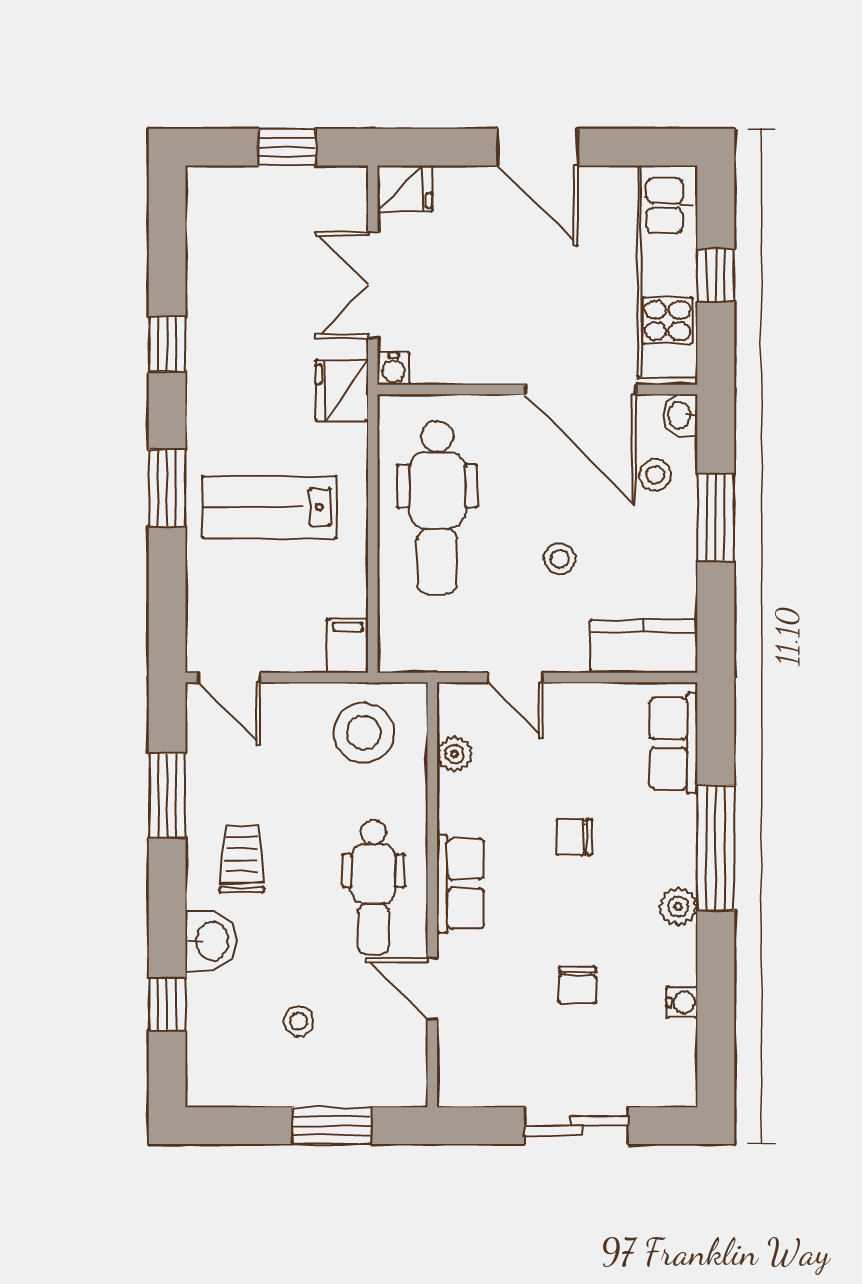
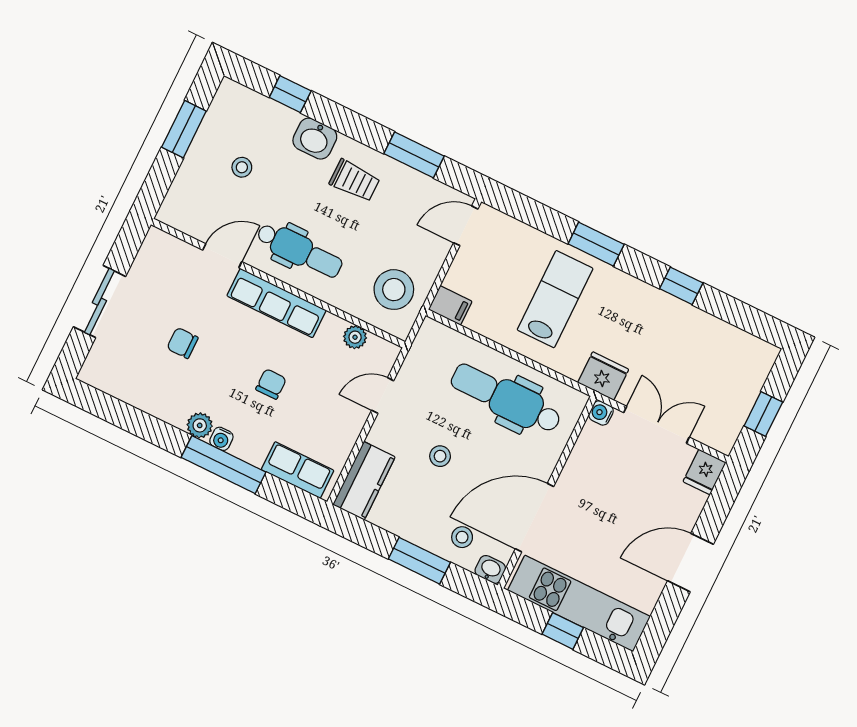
row of seats: (460, 884) -> (276, 303), width x1.48
dental chair: (373, 887) -> (299, 250), turned 180
water cooler: (682, 1002) -> (221, 439), moved
window: (332, 1126) -> (184, 129), moved

